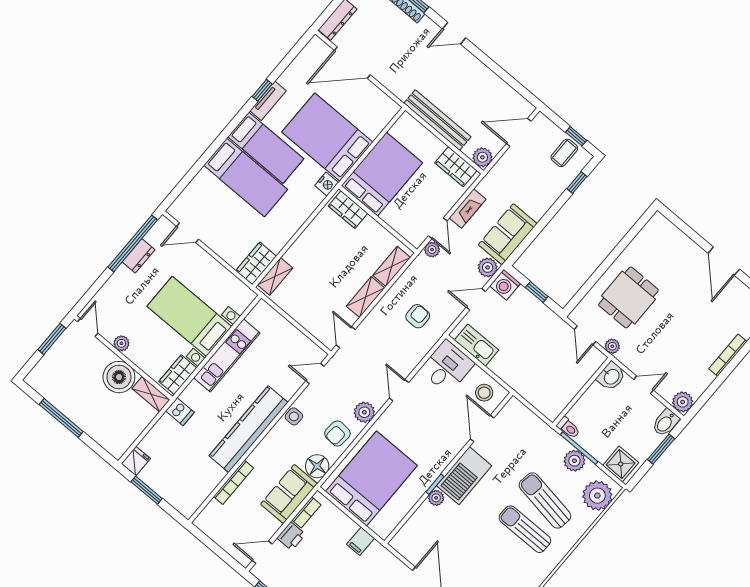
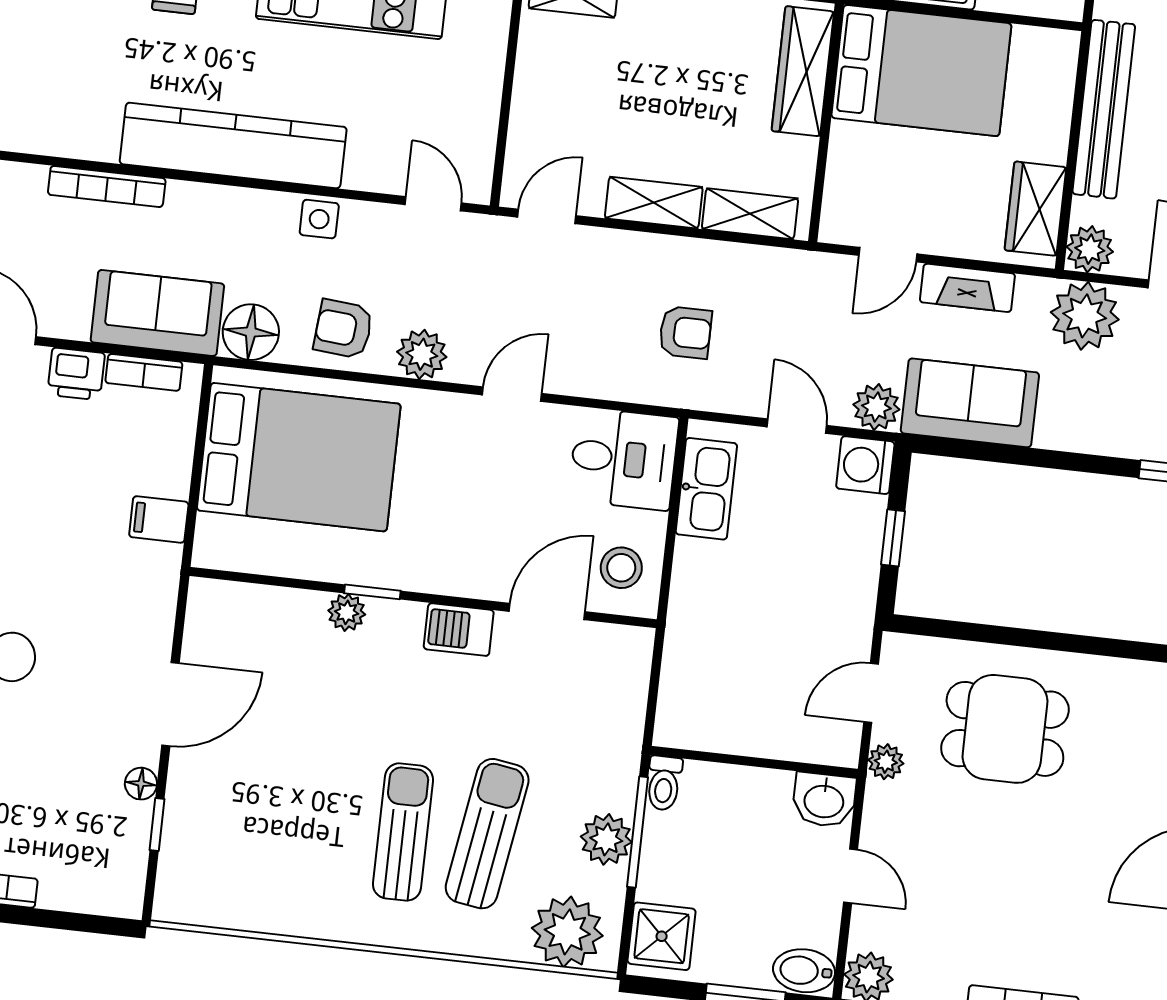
wardrobe: (348, 210) -> (803, 71), width x1.50
plant: (432, 250) -> (1085, 316), moved, width x1.87, depth x1.87
barbecue: (464, 476) -> (459, 630), width x0.53, depth x0.65

